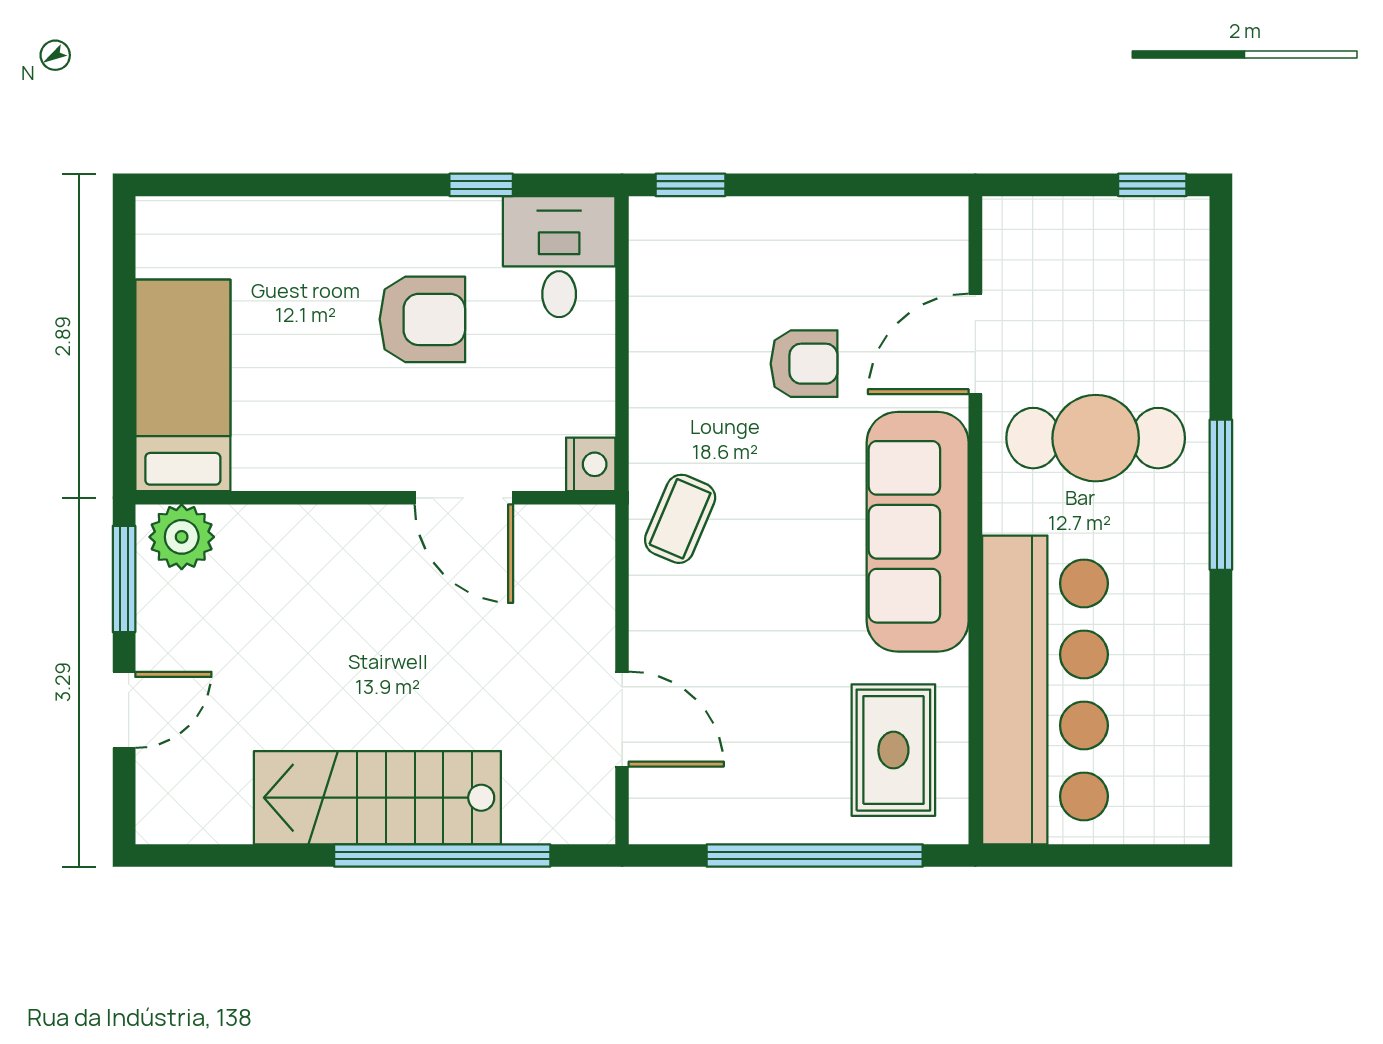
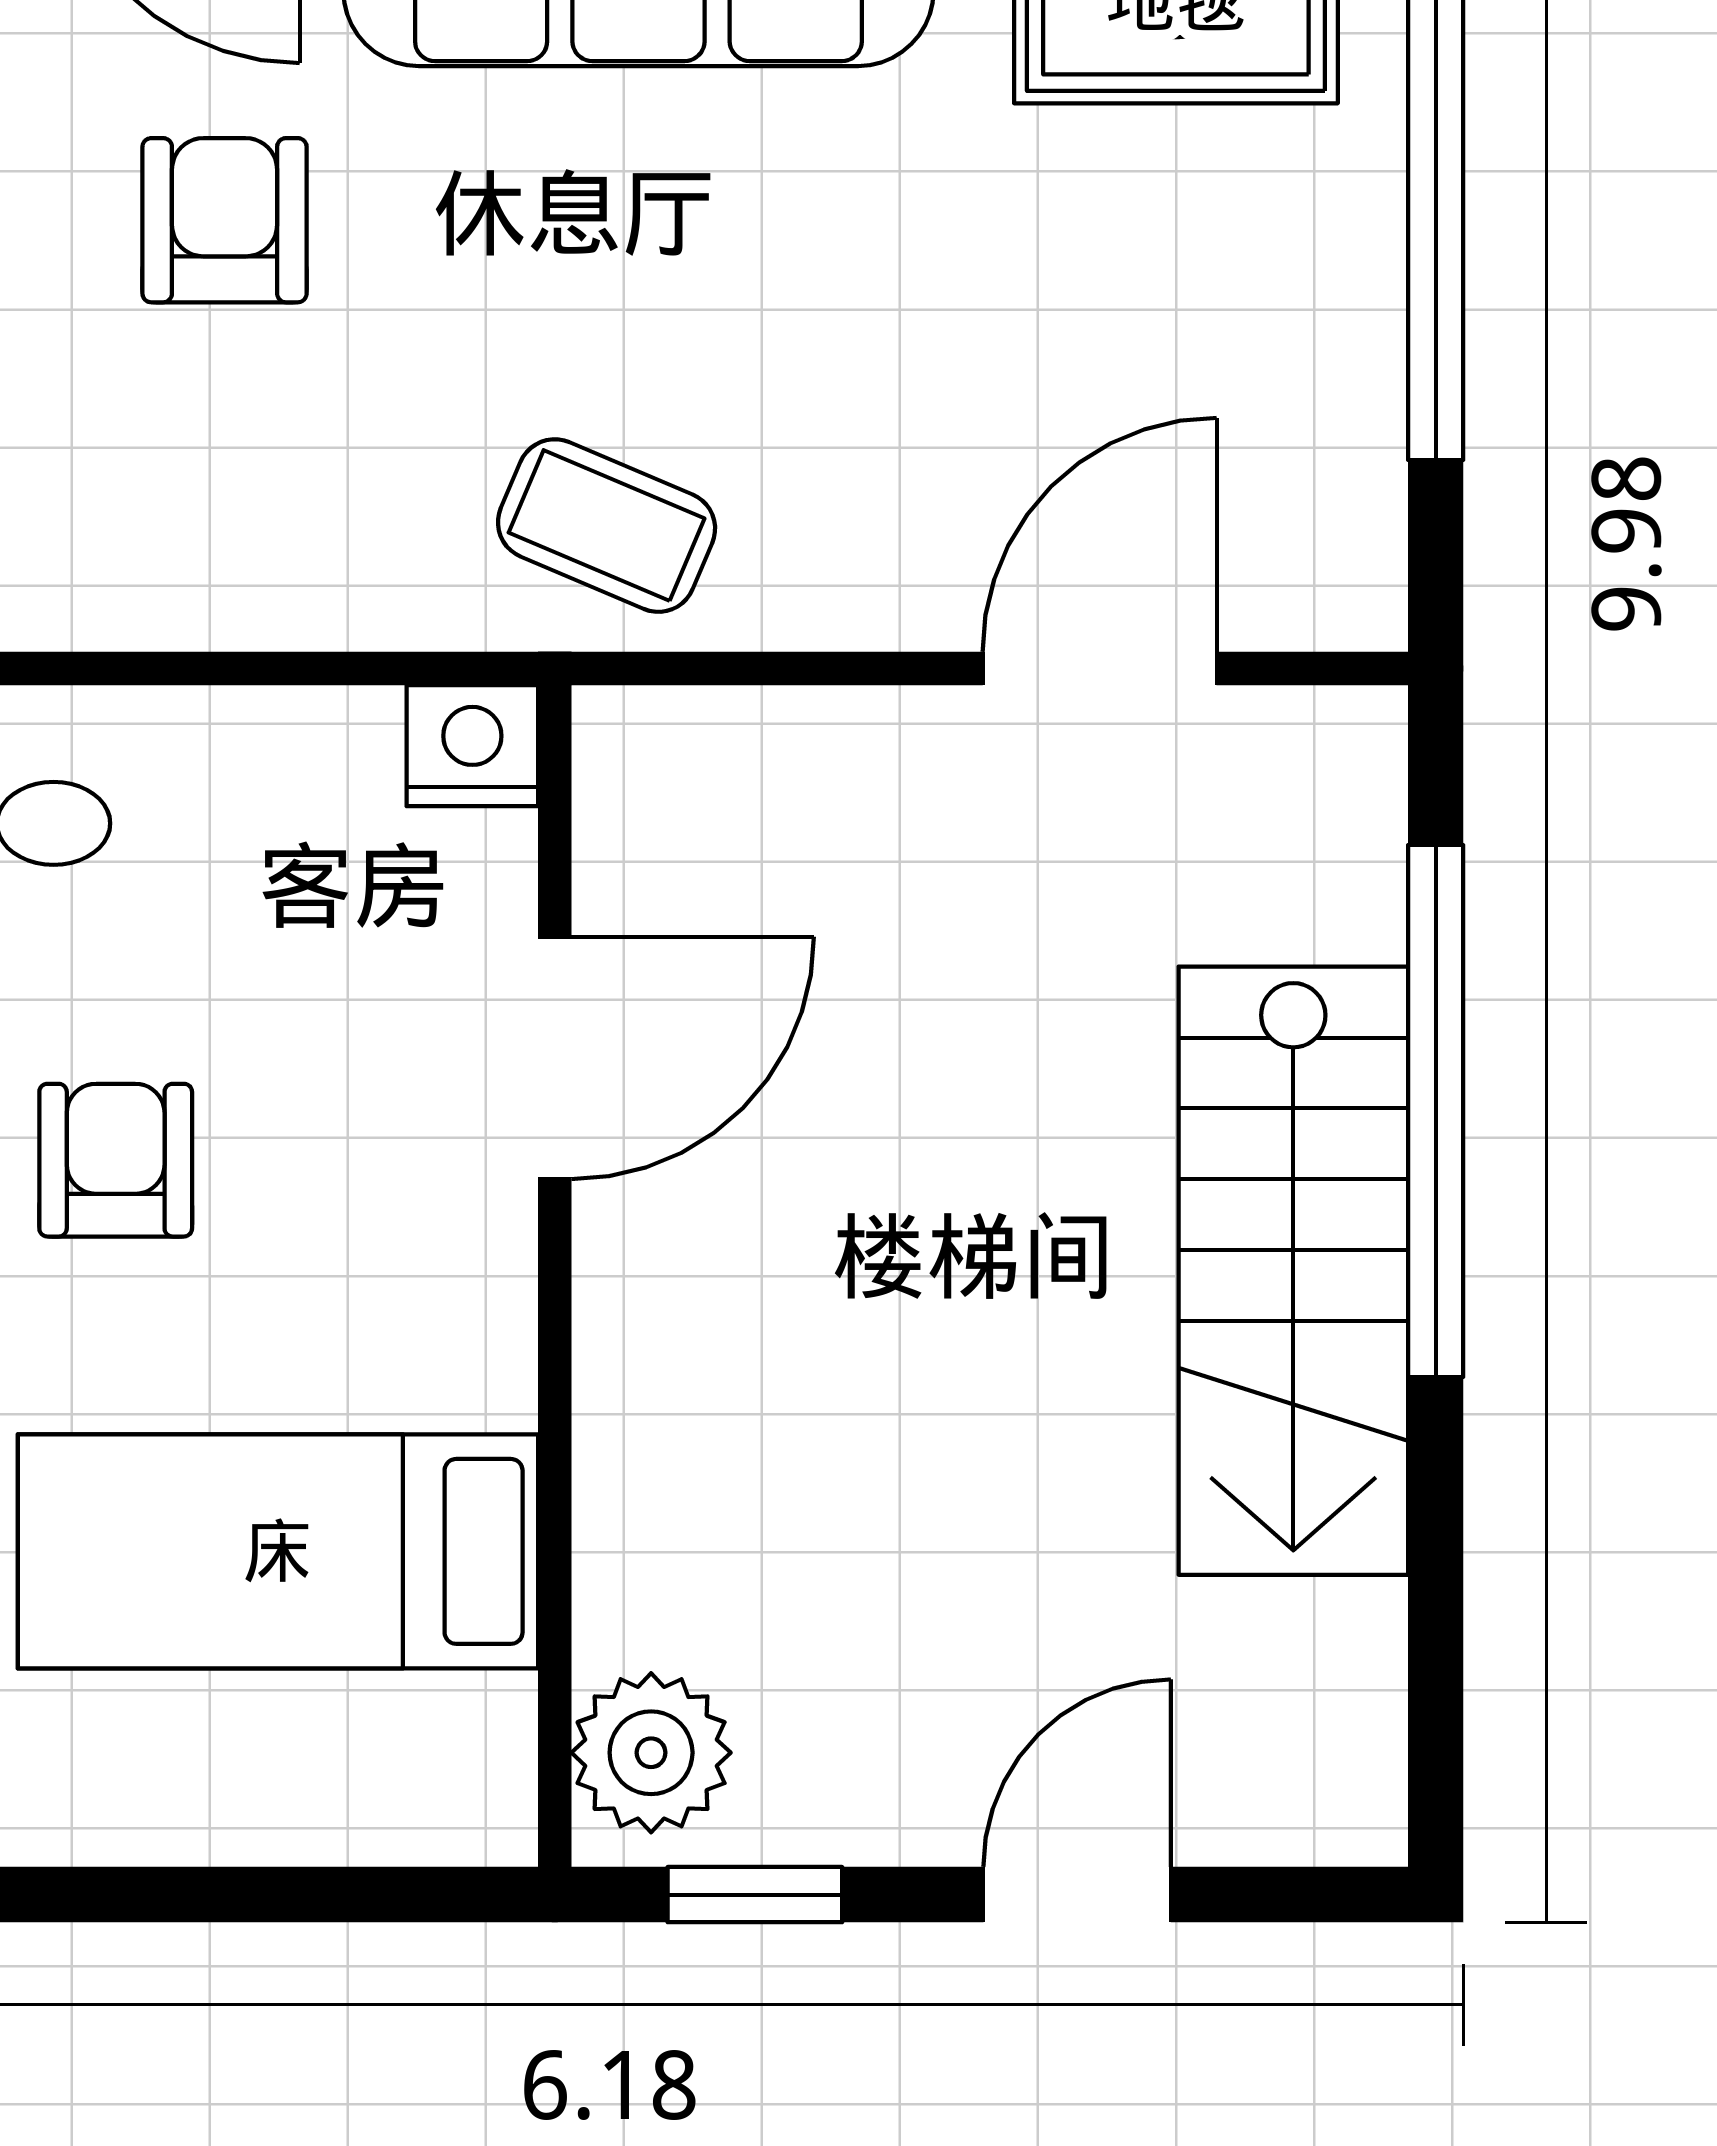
armchair: (422, 319) -> (116, 1160), width x0.72, depth x0.72
bed: (183, 385) -> (278, 1551), moved
window: (124, 579) -> (755, 1895), width x0.67
door: (124, 710) -> (1077, 1895), hinge flipped

